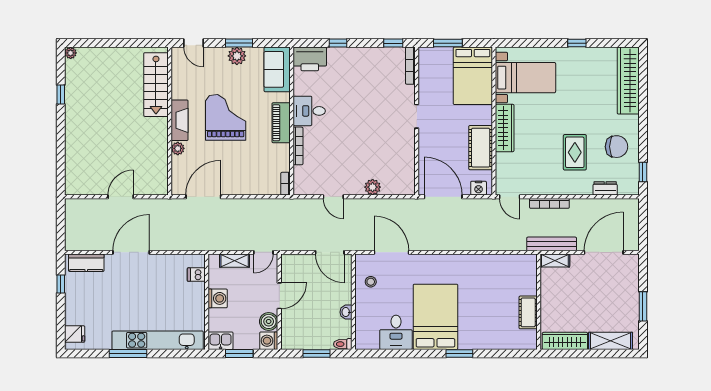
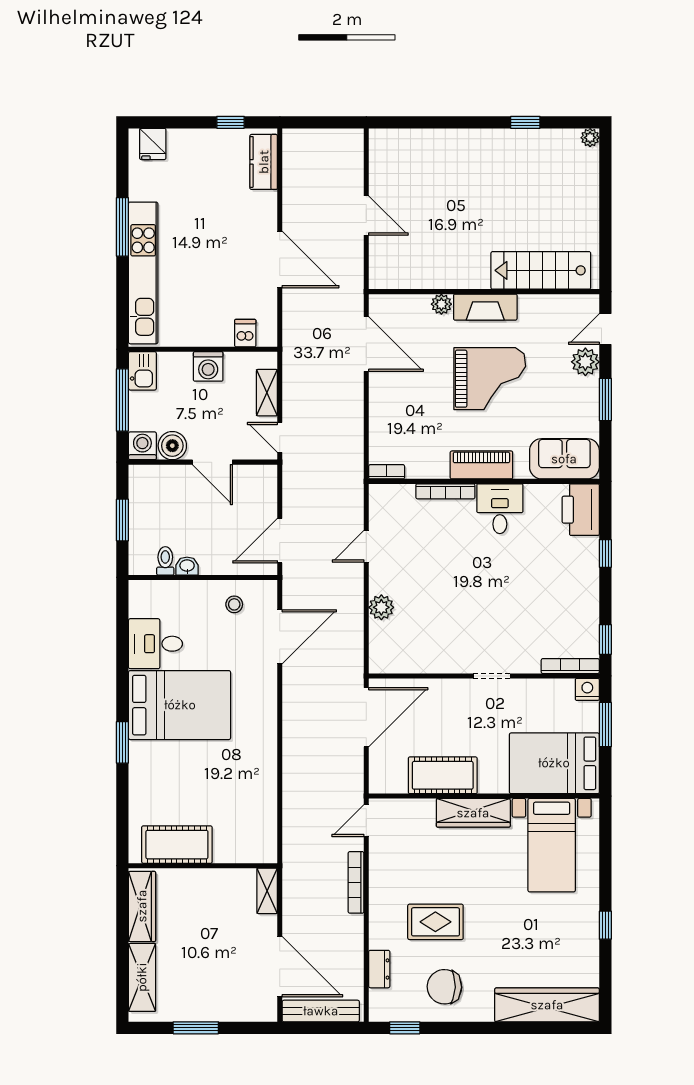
plant: (237, 56) -> (585, 362), moved
chair: (617, 147) -> (444, 987), turned 92
nightstand: (479, 188) -> (587, 689), moved, turned 90
bench: (552, 244) -> (321, 1011), moved, turned 90
door: (131, 252) -> (280, 259), moved
cot: (528, 312) -> (177, 845), width x1.37, depth x1.34
toilet: (343, 344) -> (165, 561), moved
window: (239, 354) -> (122, 400), width x1.44

